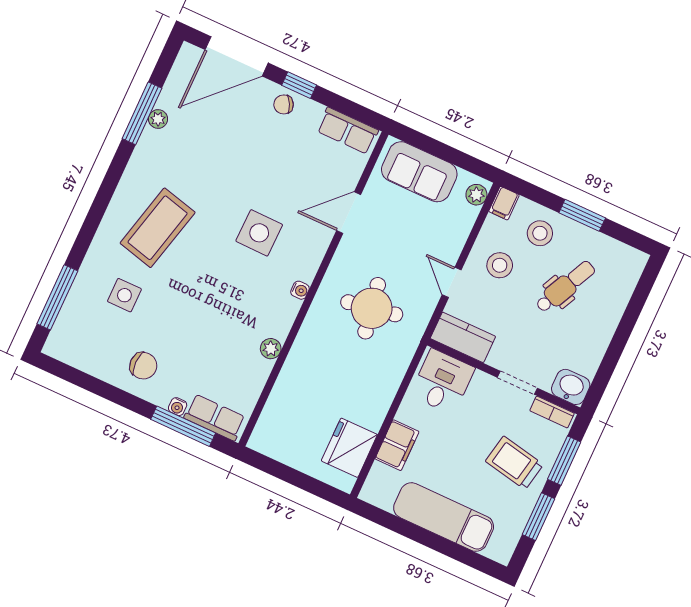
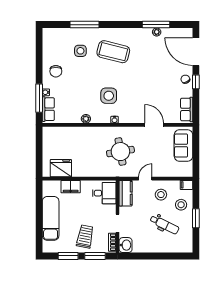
plant: (476, 195) -> (185, 172), removed
side table: (259, 233) -> (109, 96), moved
window: (57, 297) -> (85, 25), moved

